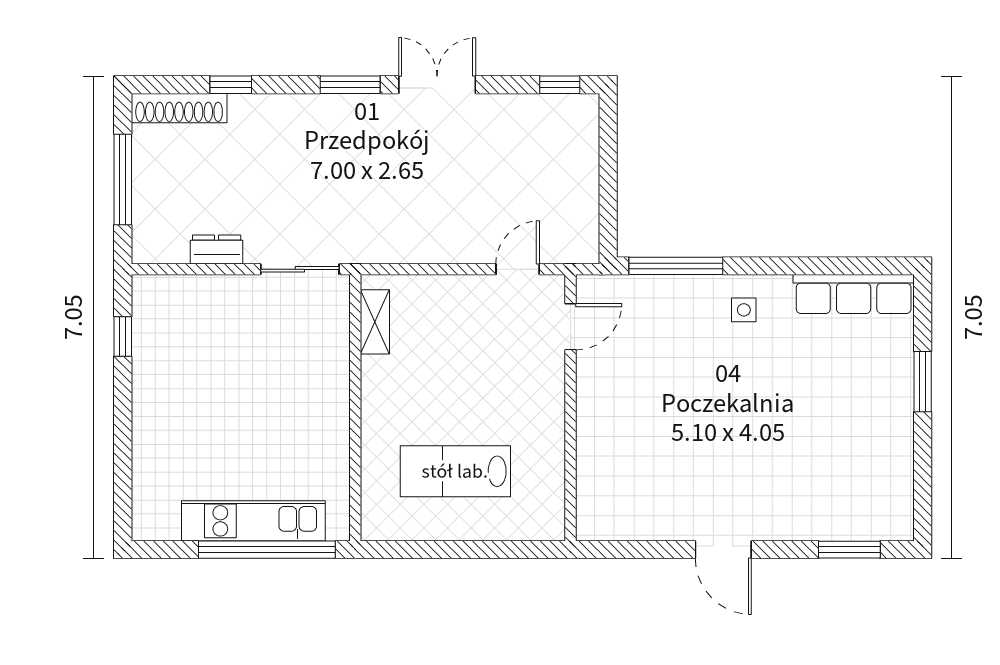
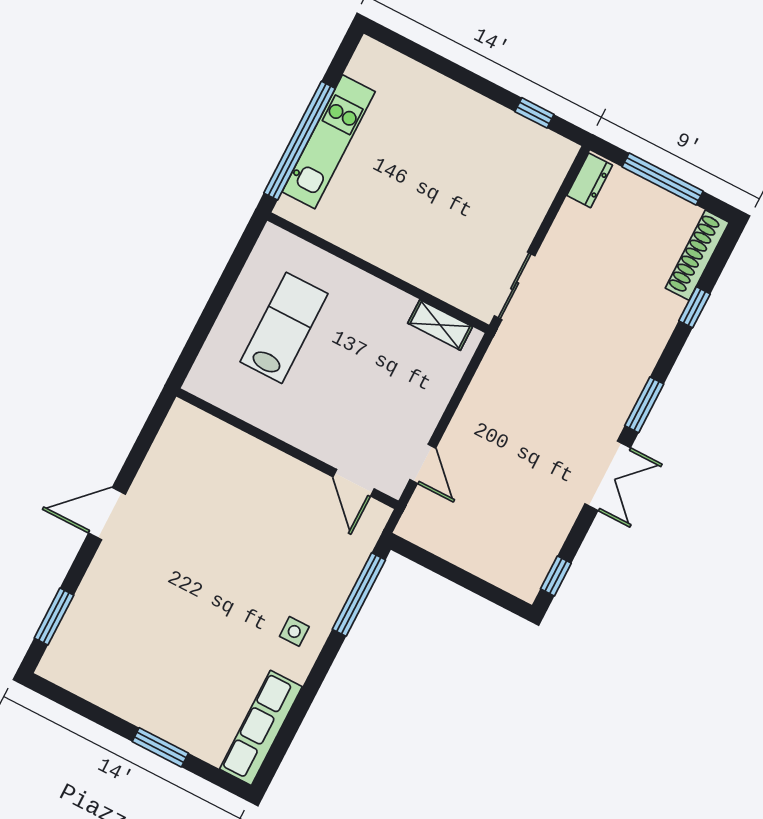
dresser: (217, 249) -> (590, 180), moved

